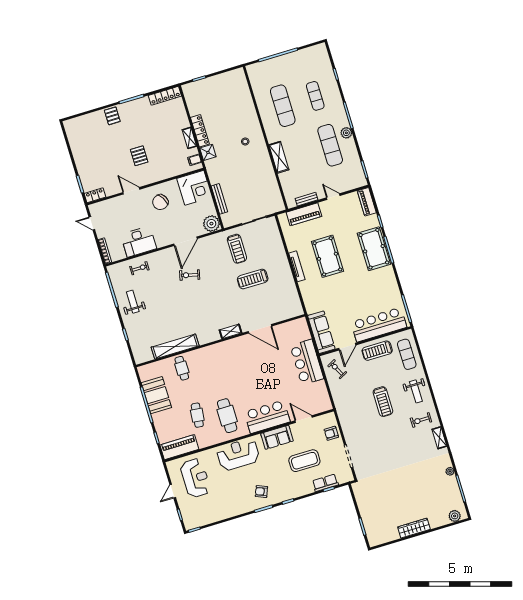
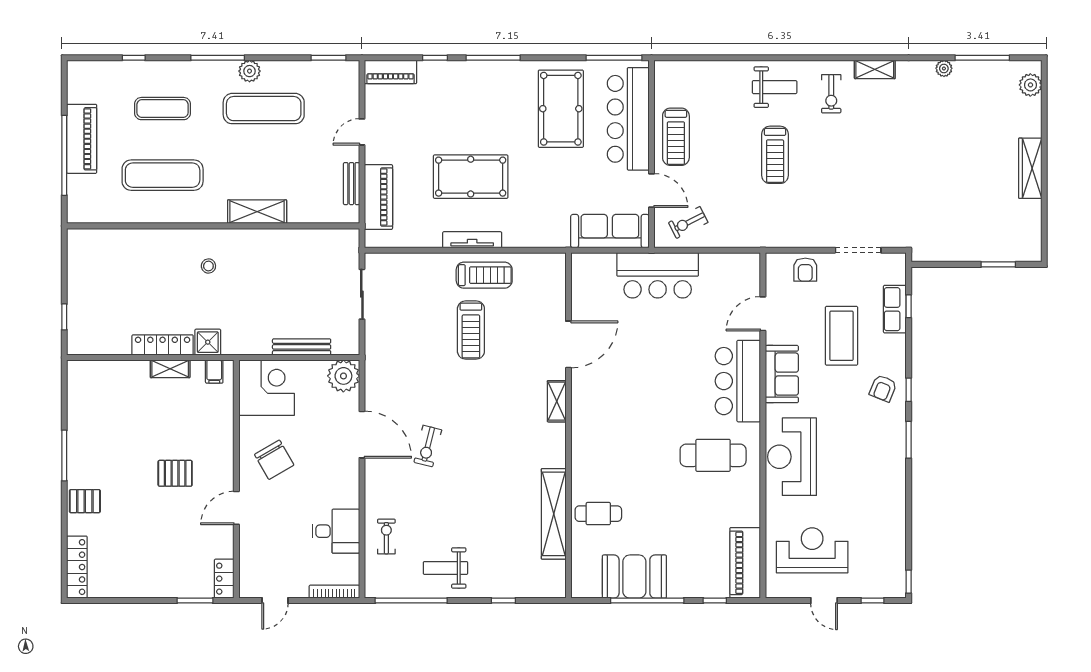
piano: (289, 61) -> (82, 139), added
locker: (165, 96) -> (77, 567), moved
desk: (139, 242) -> (336, 531), width x0.73
treadmill: (237, 249) -> (484, 275), moved
pool table: (374, 249) -> (561, 109), moved, turned 90
exercise mat: (407, 354) -> (700, 83), removed
treadmill: (383, 402) -> (775, 155), turned 90
cafe table: (197, 415) -> (695, 511), removed
armchair: (261, 492) -> (883, 388), moved

